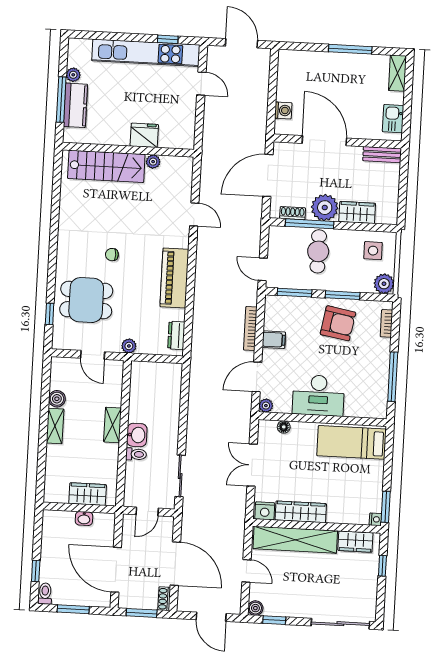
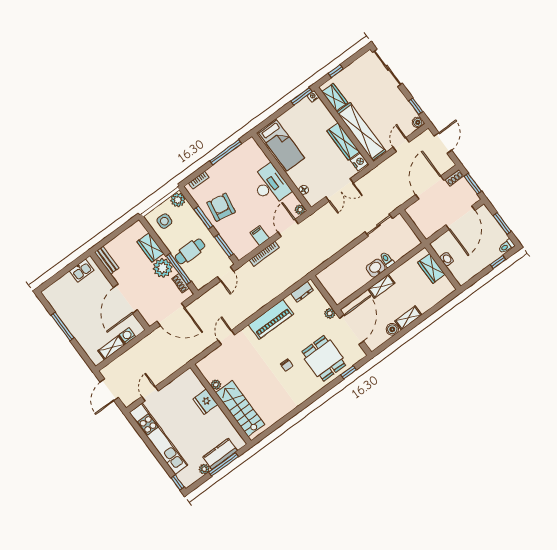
window: (168, 39) -> (178, 482), moved
shelving: (397, 73) -> (112, 348), moved
door: (93, 355) -> (351, 330), width x1.88
door: (257, 377) -> (288, 228), swing flipped
door: (147, 511) -> (414, 227), removed

